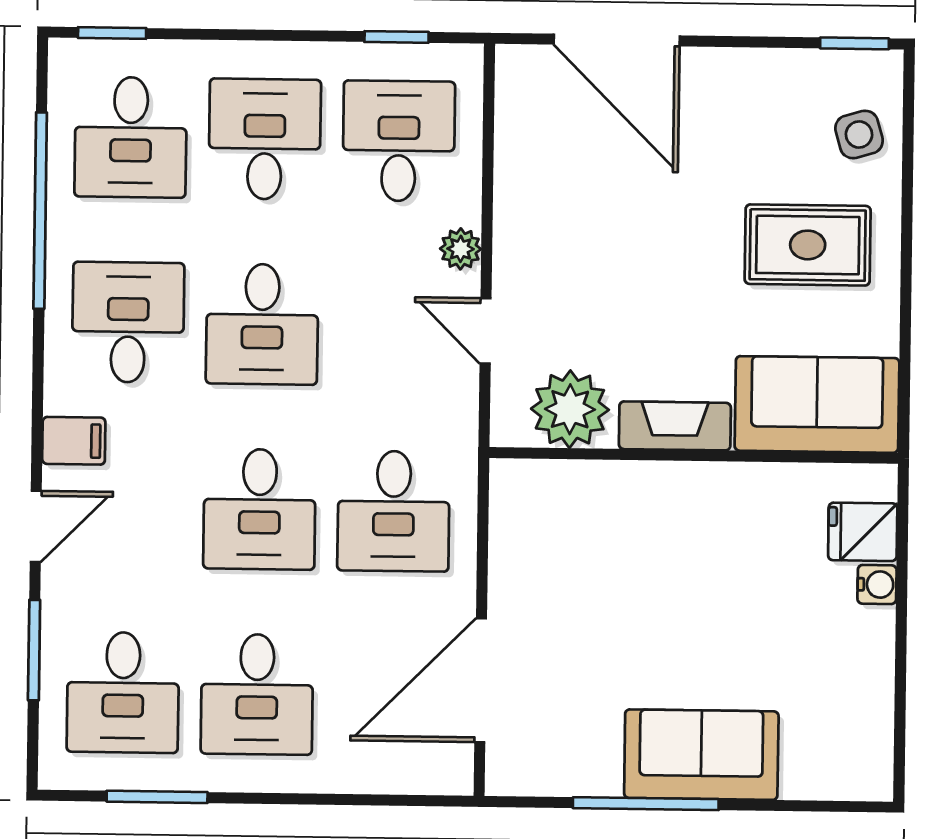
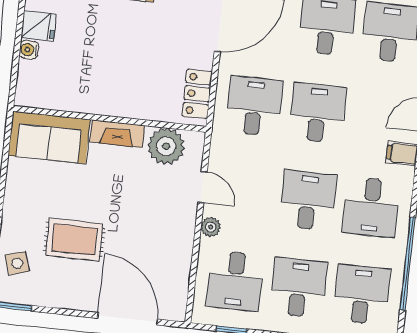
desk: (265, 139) -> (298, 288), turned 180
rug: (808, 245) -> (74, 240), moved
locker: (515, 525) -> (197, 94), added
fridge: (863, 532) -> (39, 26), moved

